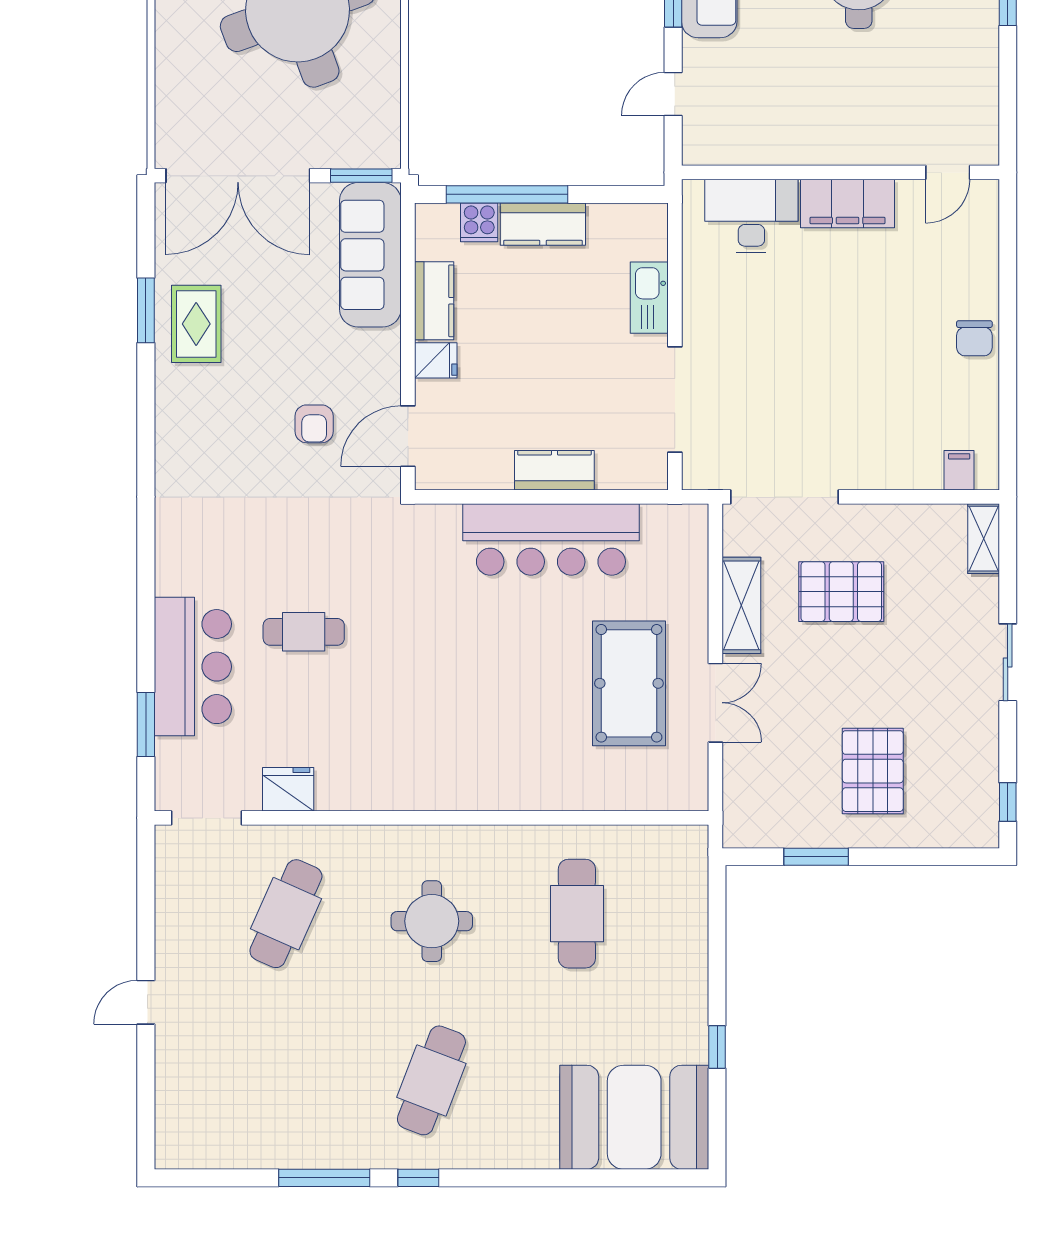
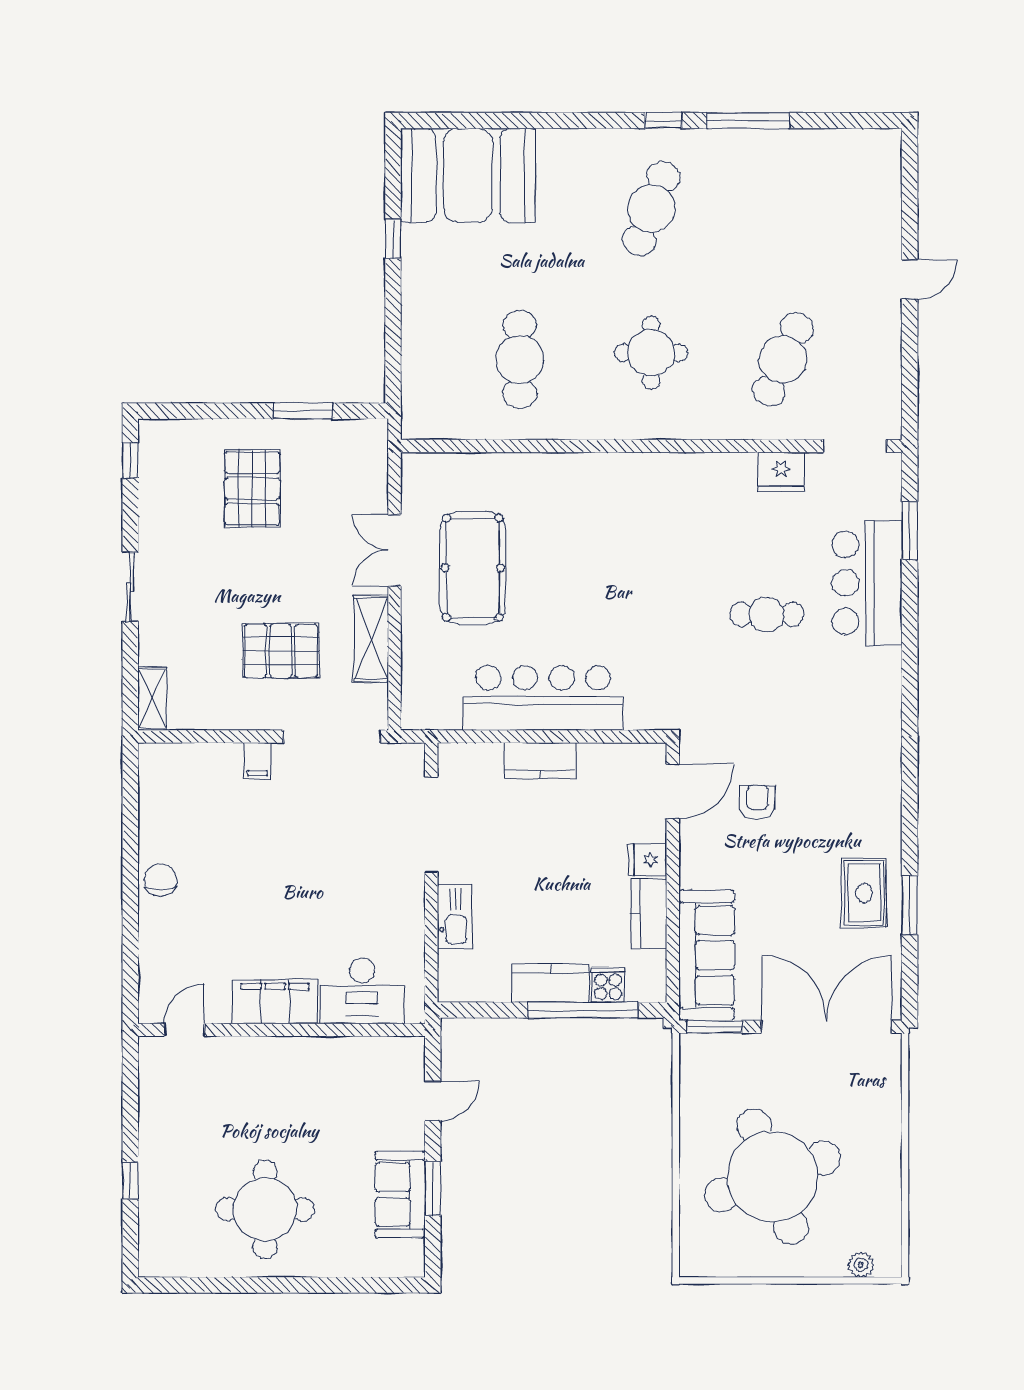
filing cabinet: (959, 470) -> (257, 761), moved

